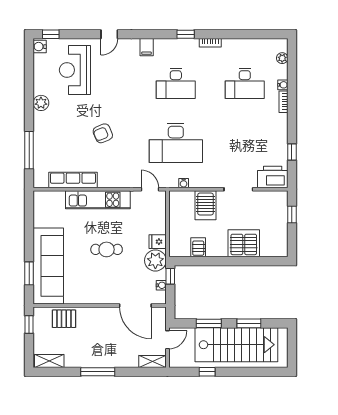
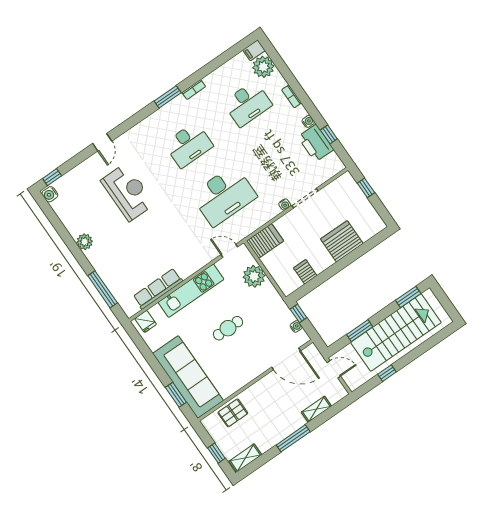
window: (186, 34) -> (168, 97), width x1.50
filing cabinet: (147, 47) -> (254, 50), moved, turned 90
plant: (282, 58) -> (263, 67), width x1.88, depth x1.88
reception desk: (75, 70) -> (128, 192), moved, turned 180
water cooler: (283, 85) -> (308, 121), moved
armchair: (103, 133) -> (156, 231), removed
printer: (273, 177) -> (316, 143), moved, turned -90
water cooler: (184, 183) -> (285, 205), moved
server rack: (205, 205) -> (265, 241), moved, turned -90
fridge: (158, 242) -> (146, 321), moved, turned -90
plant: (155, 260) -> (254, 276), moved
window: (249, 323) -> (408, 297), moved
window: (29, 324) -> (216, 453), moved
door: (167, 340) -> (334, 369), hinge flipped
shelving: (153, 362) -> (316, 409), moved

